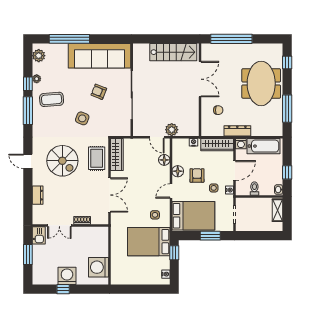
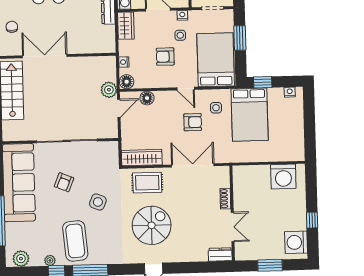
coffee table: (52, 99) -> (75, 241), width x1.36, depth x1.32
chair: (218, 110) -> (12, 27), moved
wardrobe: (217, 145) -> (126, 26), width x0.67
floor lamp: (178, 171) -> (127, 82), moved
dresser: (38, 195) -> (220, 254), moved
armchair: (144, 196) -> (193, 122), added
kitchen sink: (39, 235) -> (246, 252), removed
washing machine: (67, 276) -> (296, 242), moved

